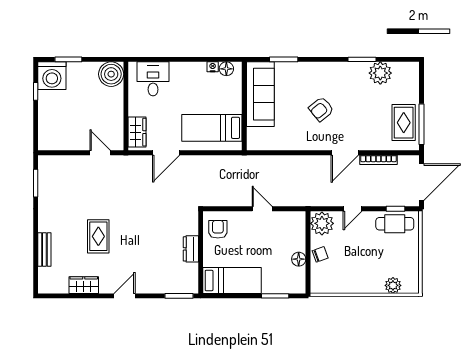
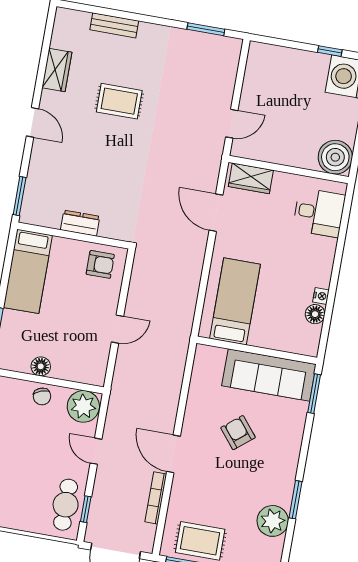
sofa: (260, 94) -> (269, 375), moved
wall: (244, 106) -> (257, 350), moved
bed: (212, 128) -> (235, 301), moved

